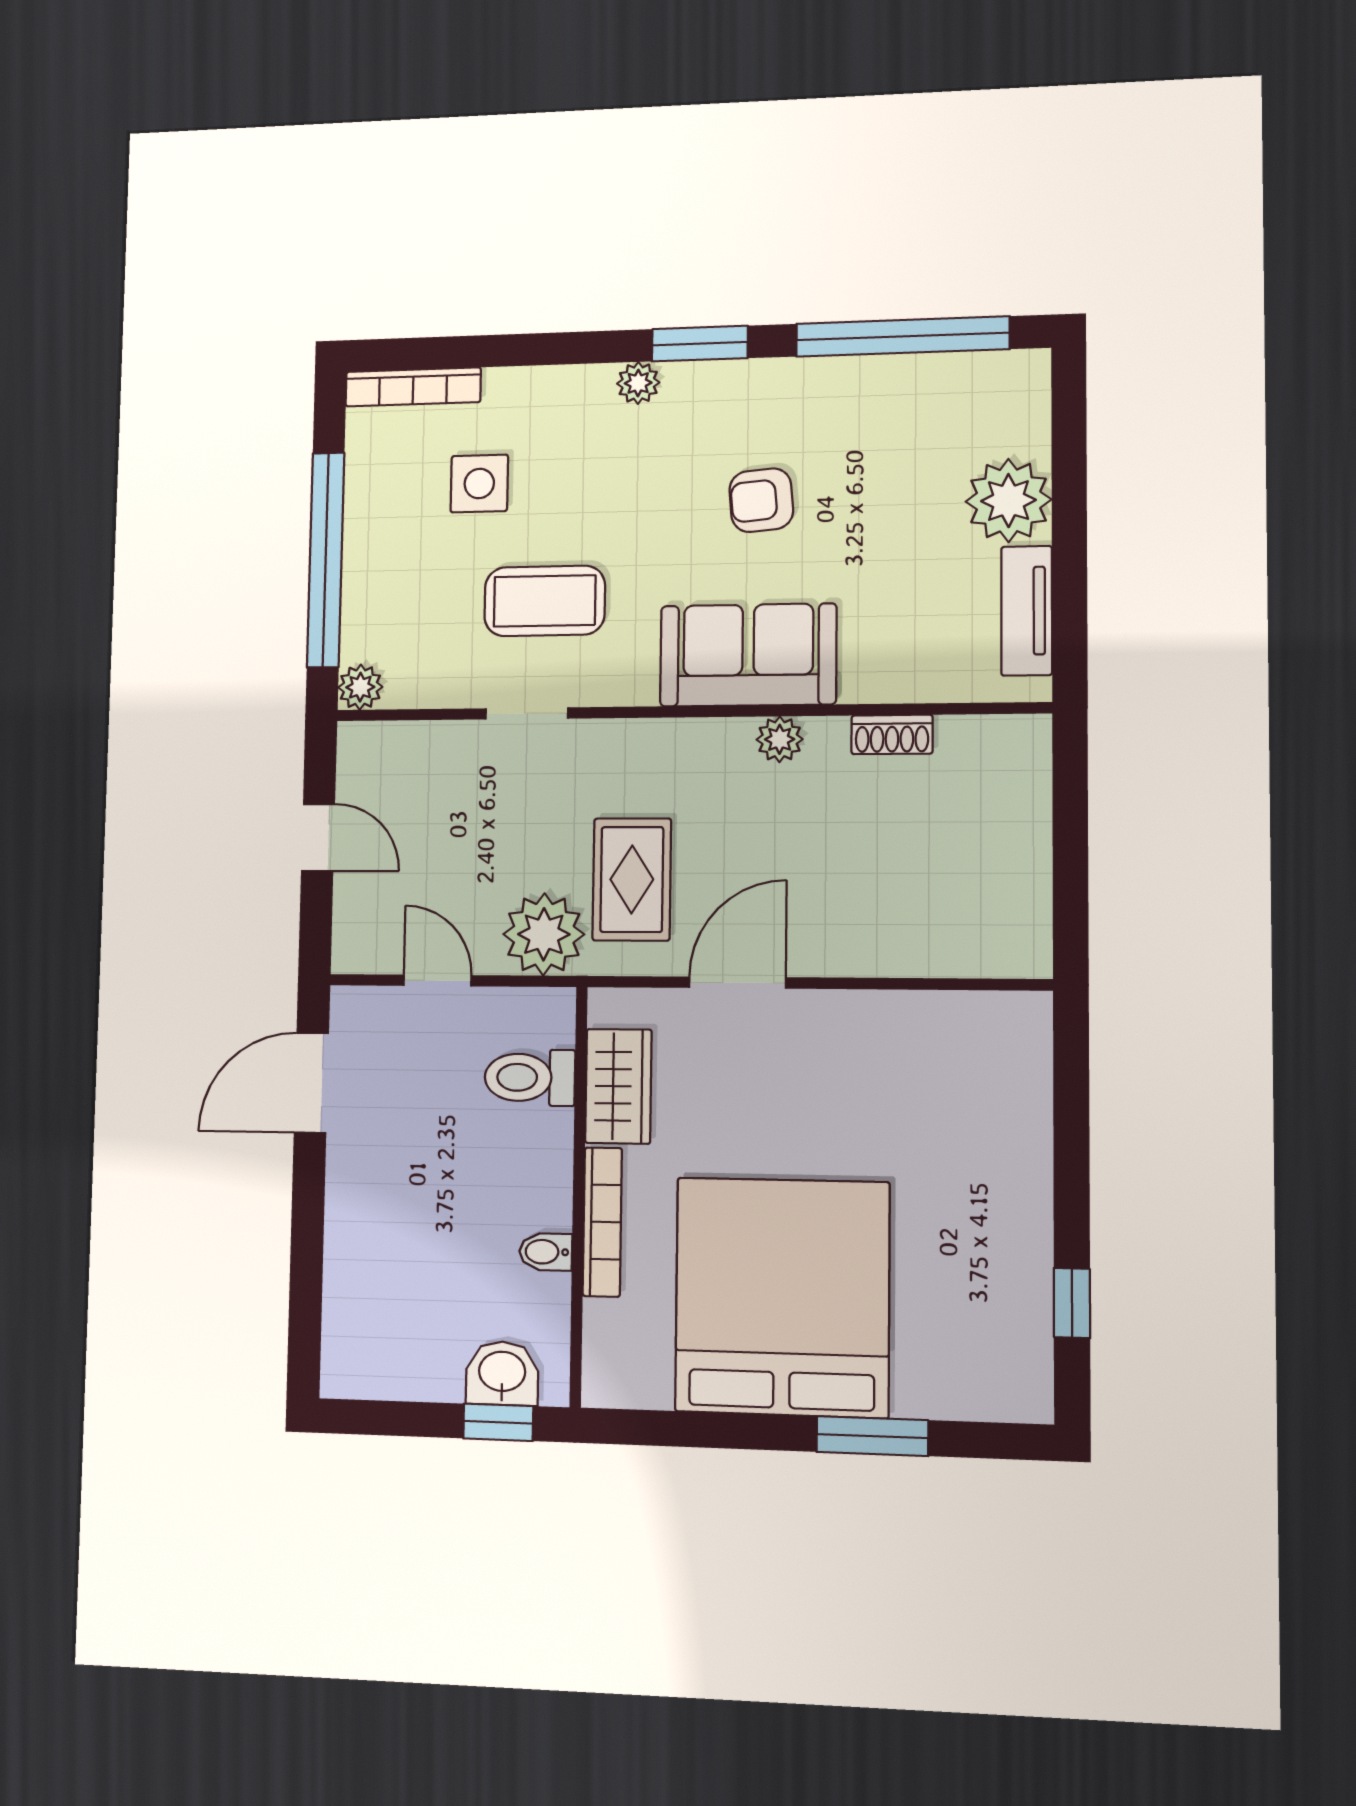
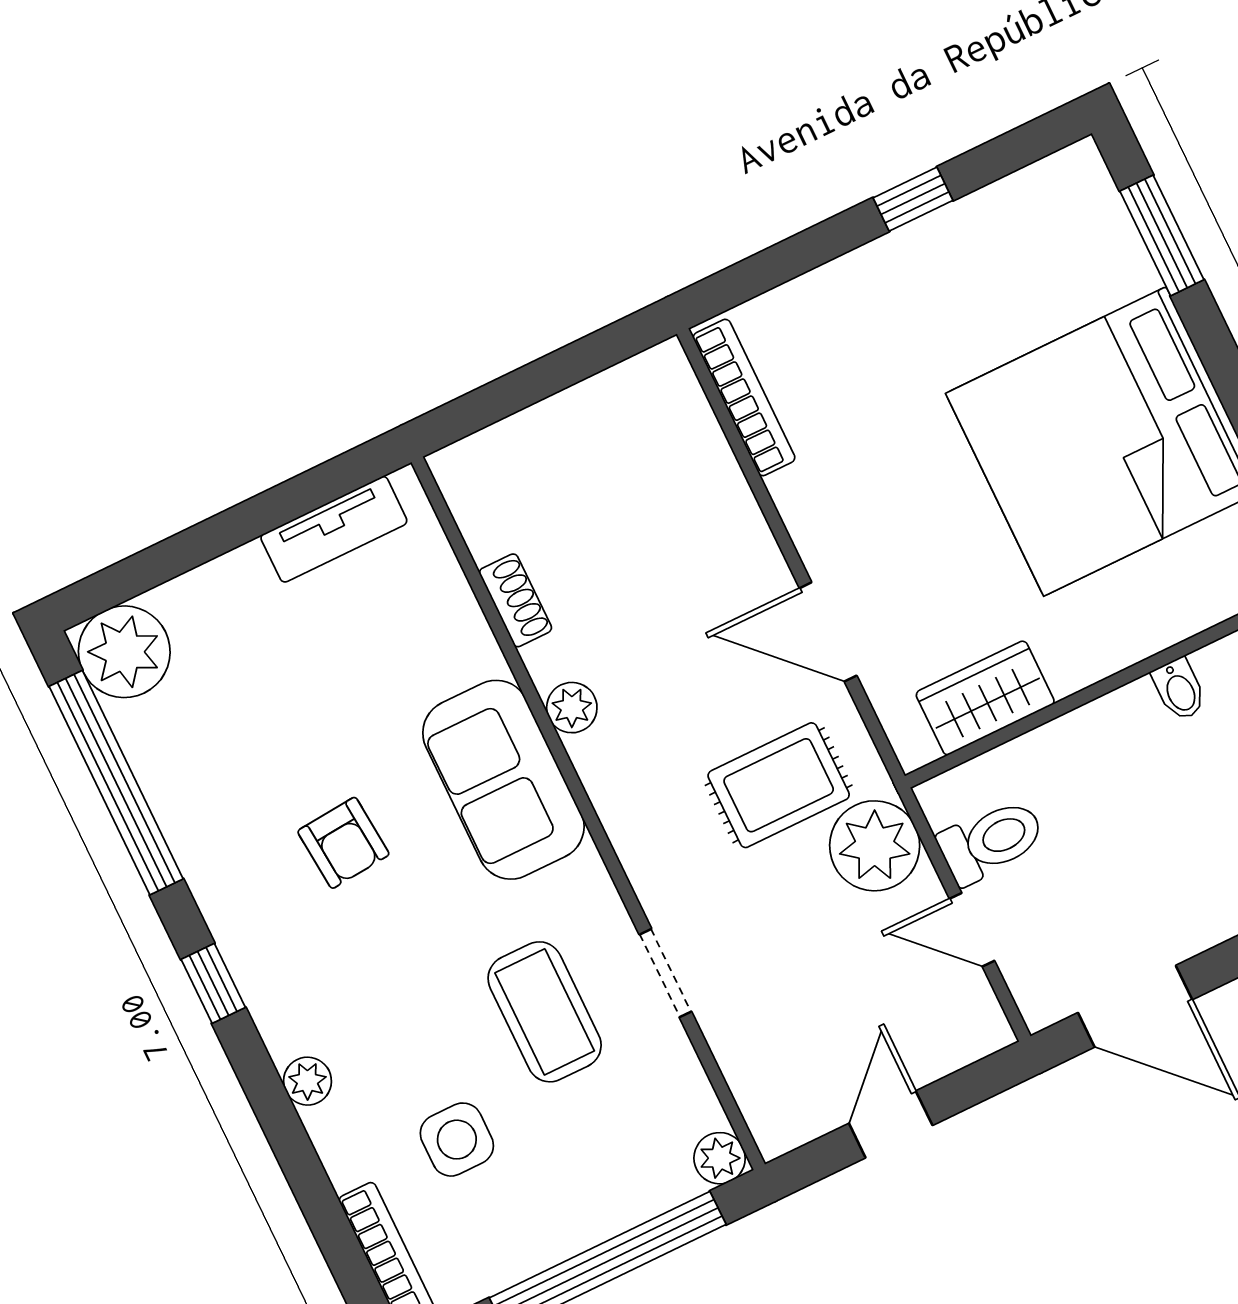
window: (700, 344) -> (213, 983), width x0.67
plant: (638, 383) -> (307, 1081), moved
plant: (1008, 501) -> (124, 652), moved
door: (437, 980) -> (972, 930), hinge flipped
toilet: (530, 1077) -> (991, 841), moved, turned -90
bookcase: (602, 1222) -> (744, 398), moved, turned 90
window: (1072, 1303) -> (913, 199), moved
window: (872, 1436) -> (1162, 235), moved

